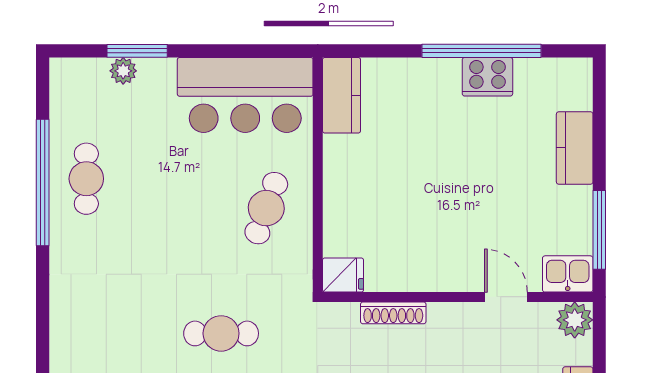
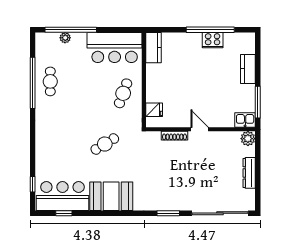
window: (137, 51) -> (71, 30), width x2.11
fridge: (343, 275) -> (154, 110), moved
door: (506, 297) -> (200, 129), moved
cafe table: (221, 333) -> (105, 144), turned -31

